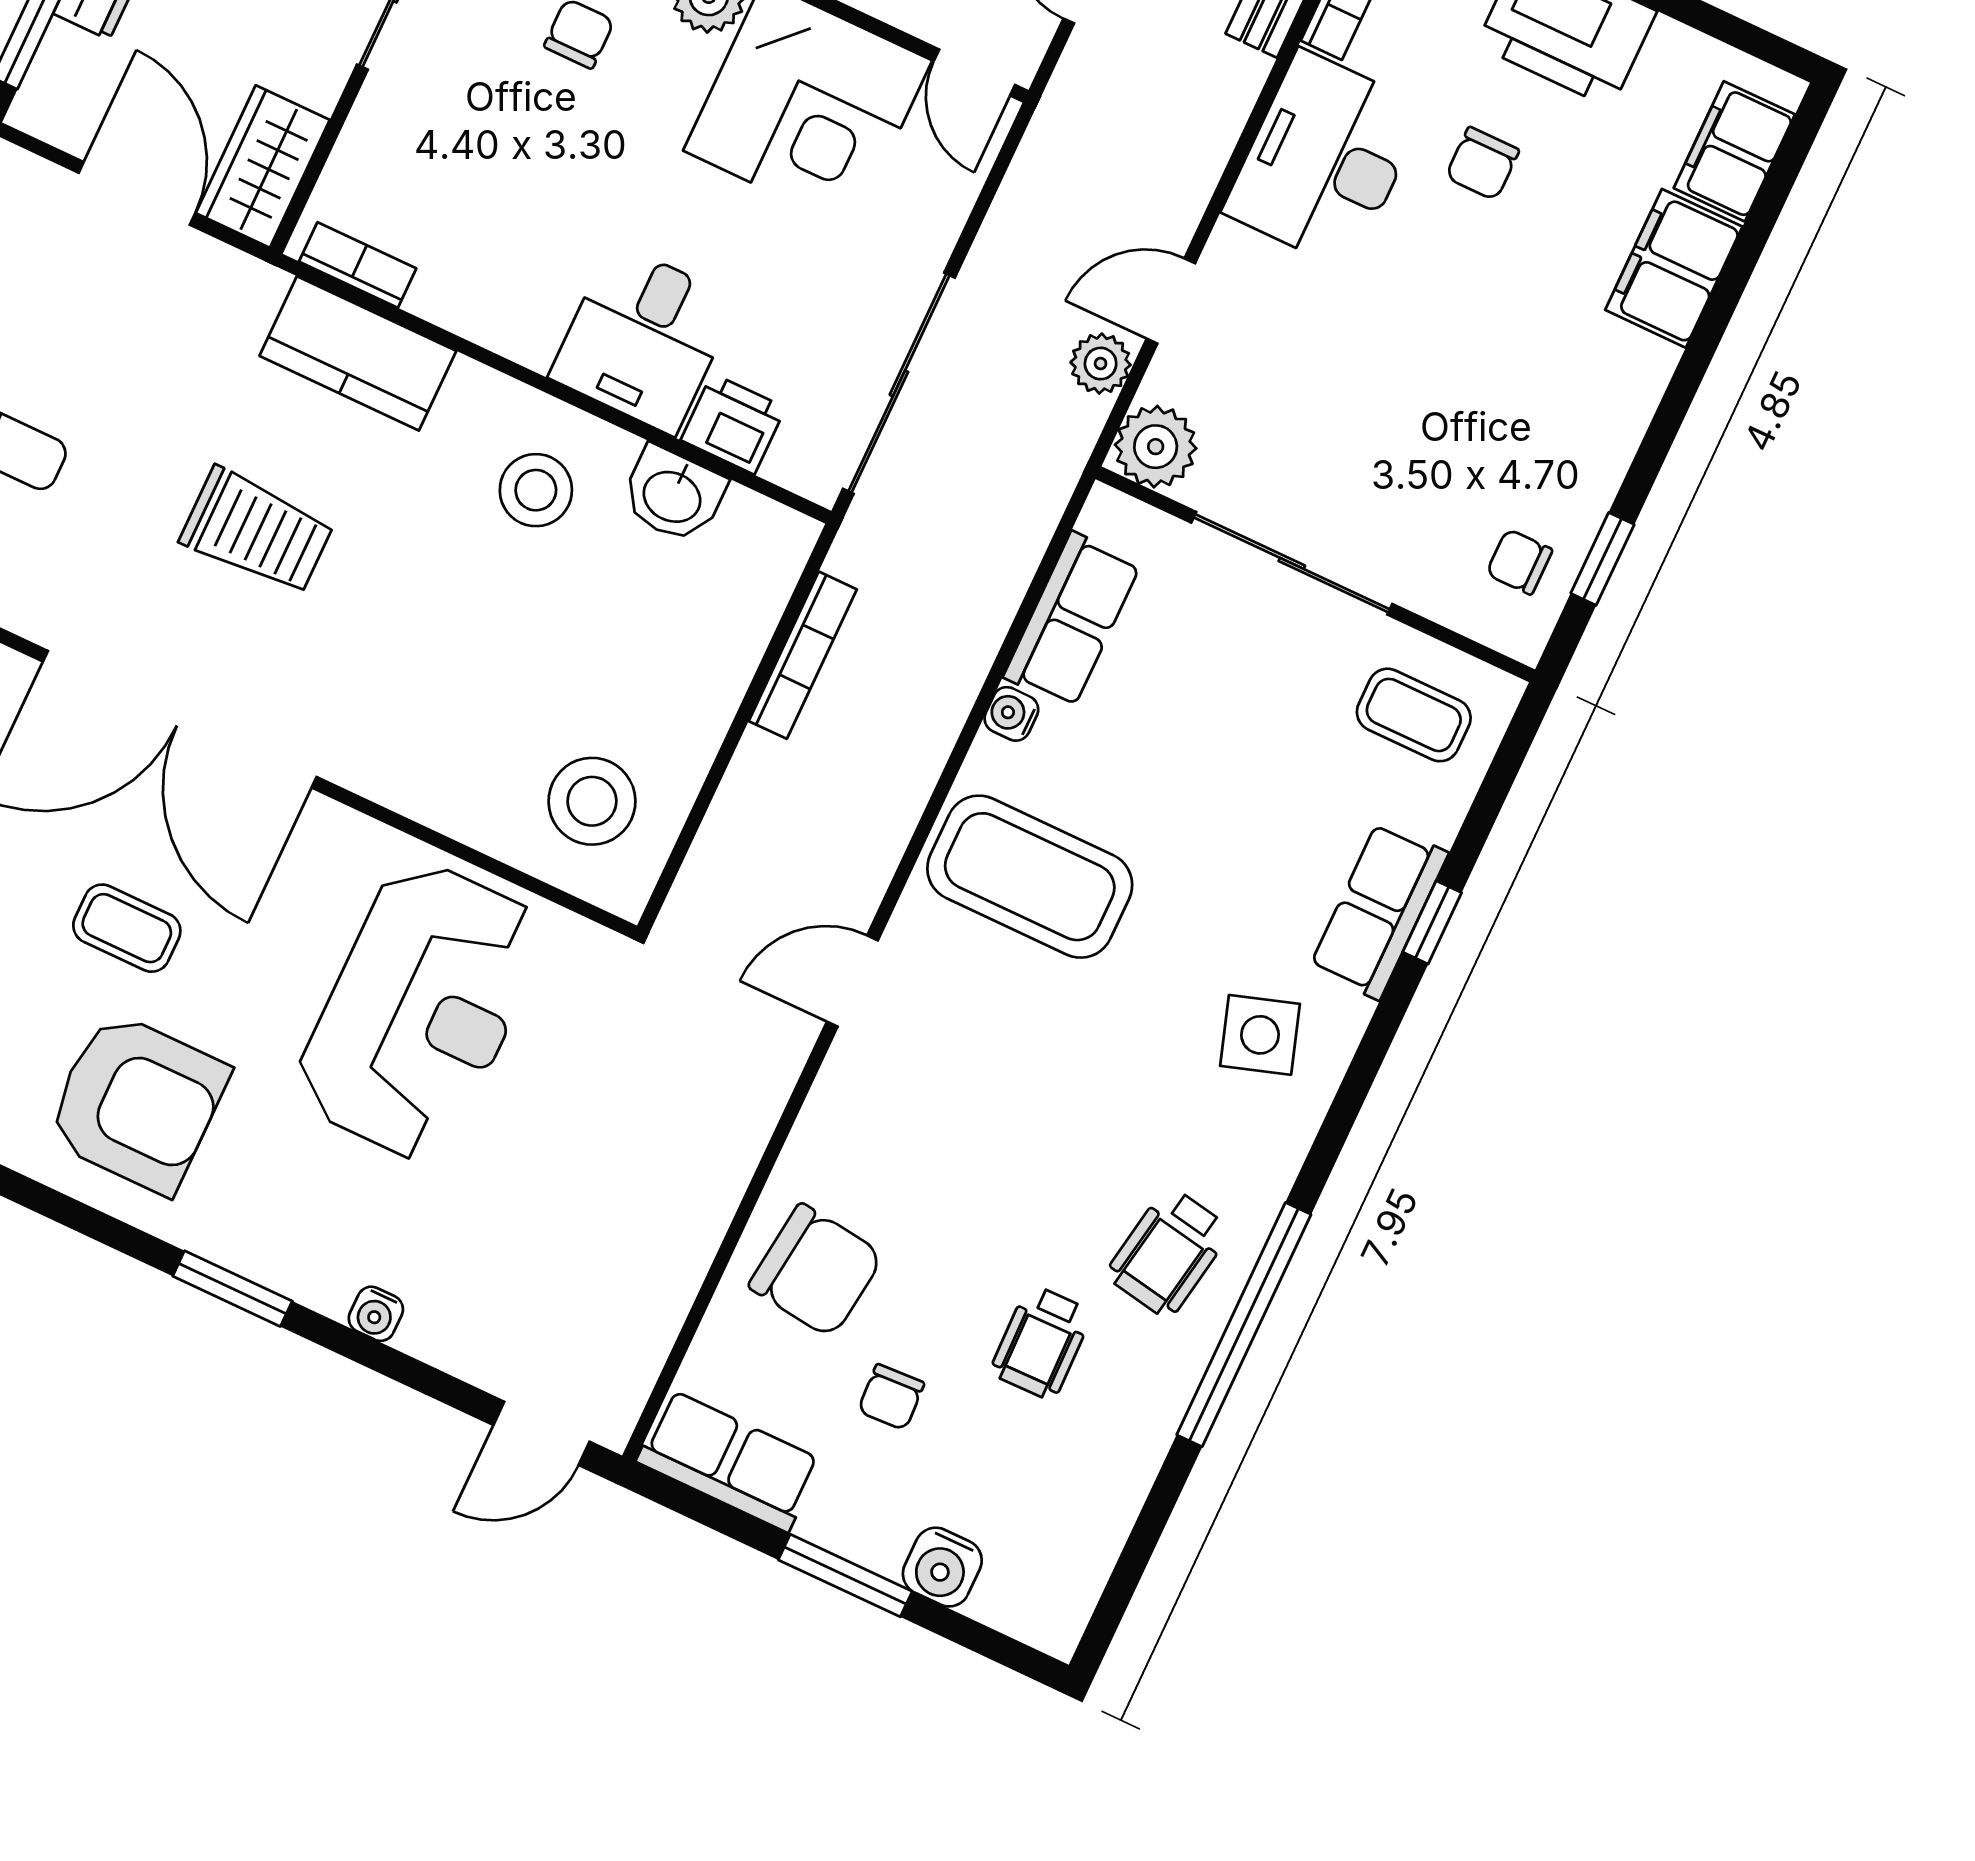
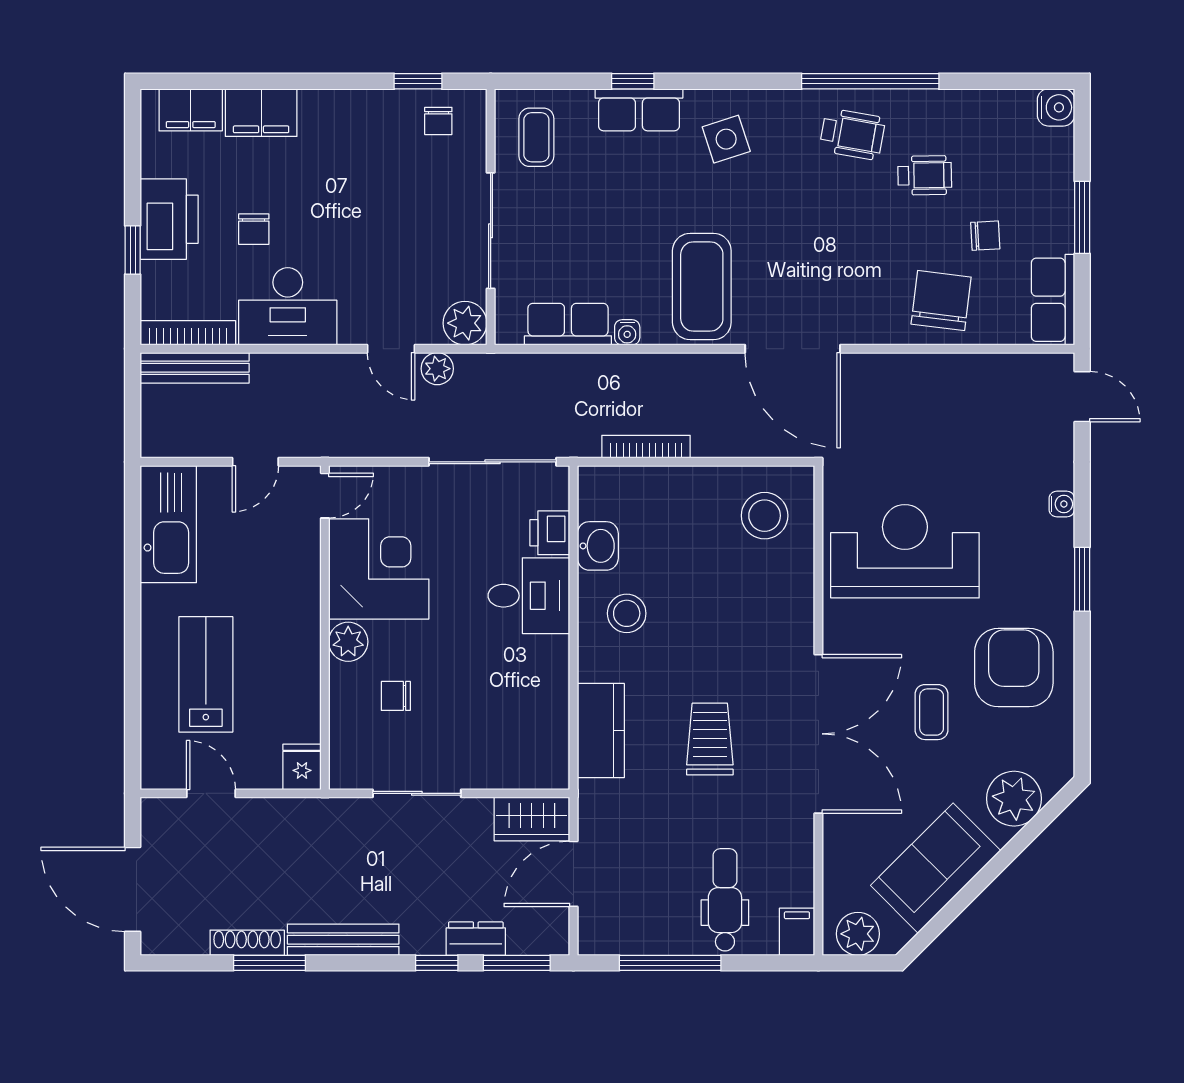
chair: (1482, 164) -> (254, 229), turned 90
bookcase: (358, 265) -> (558, 751), removed
door: (852, 981) -> (793, 349), width x1.87
water cooler: (942, 1567) -> (1056, 107), moved

